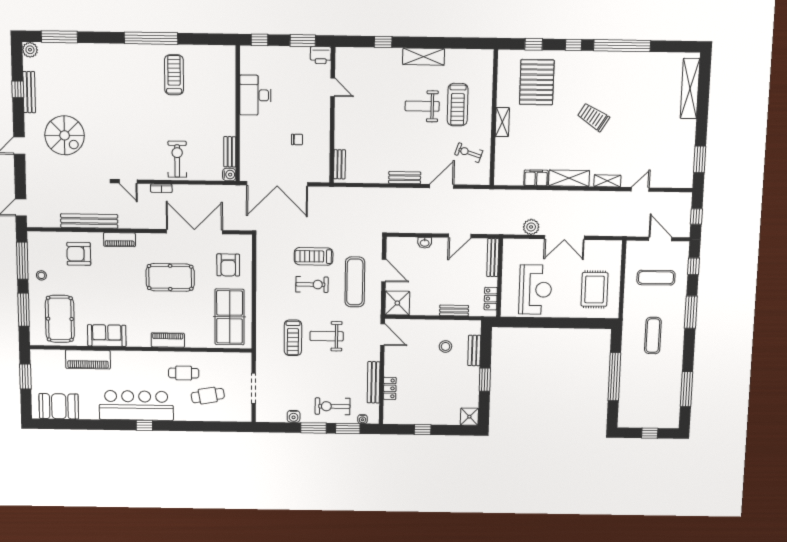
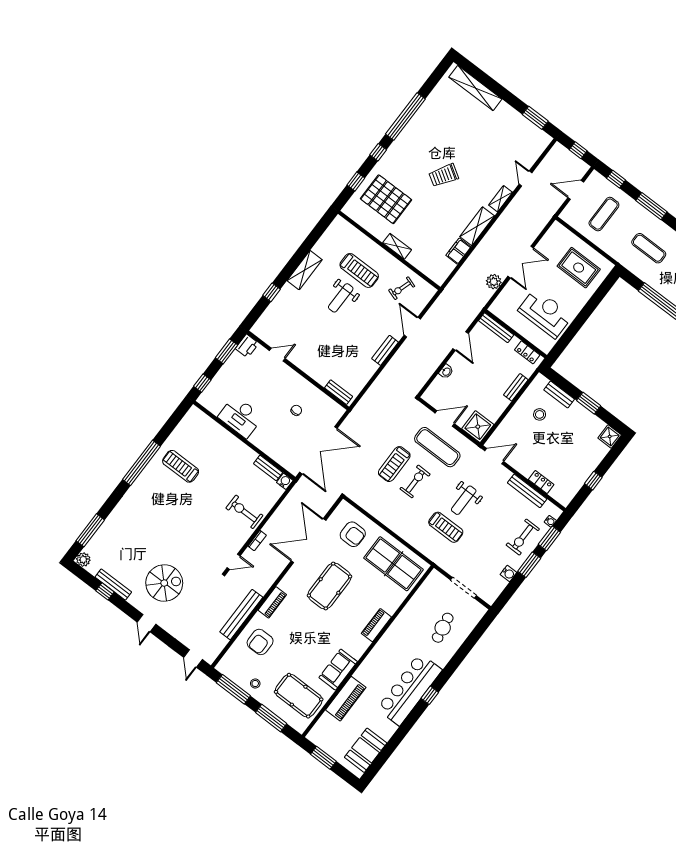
cafe table: (184, 373) -> (411, 633), removed

